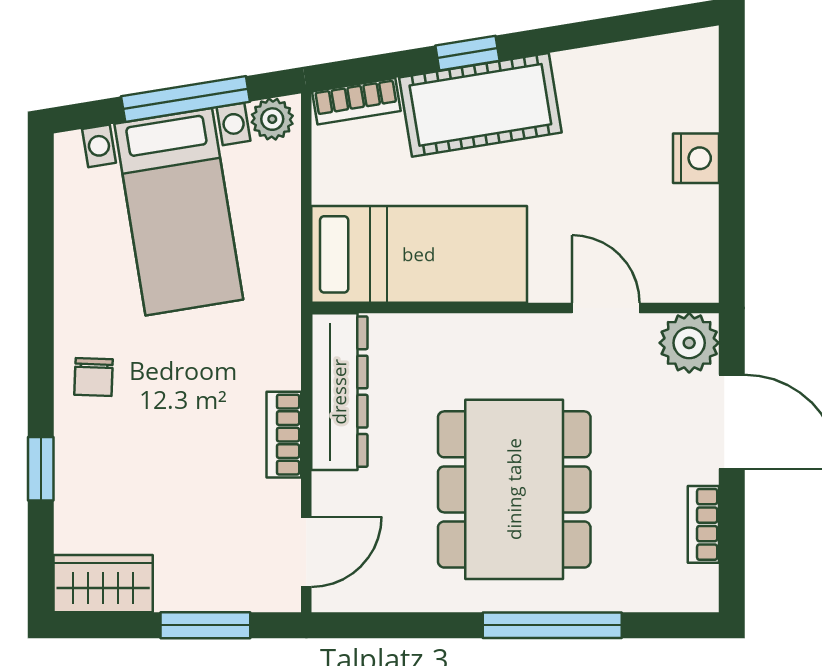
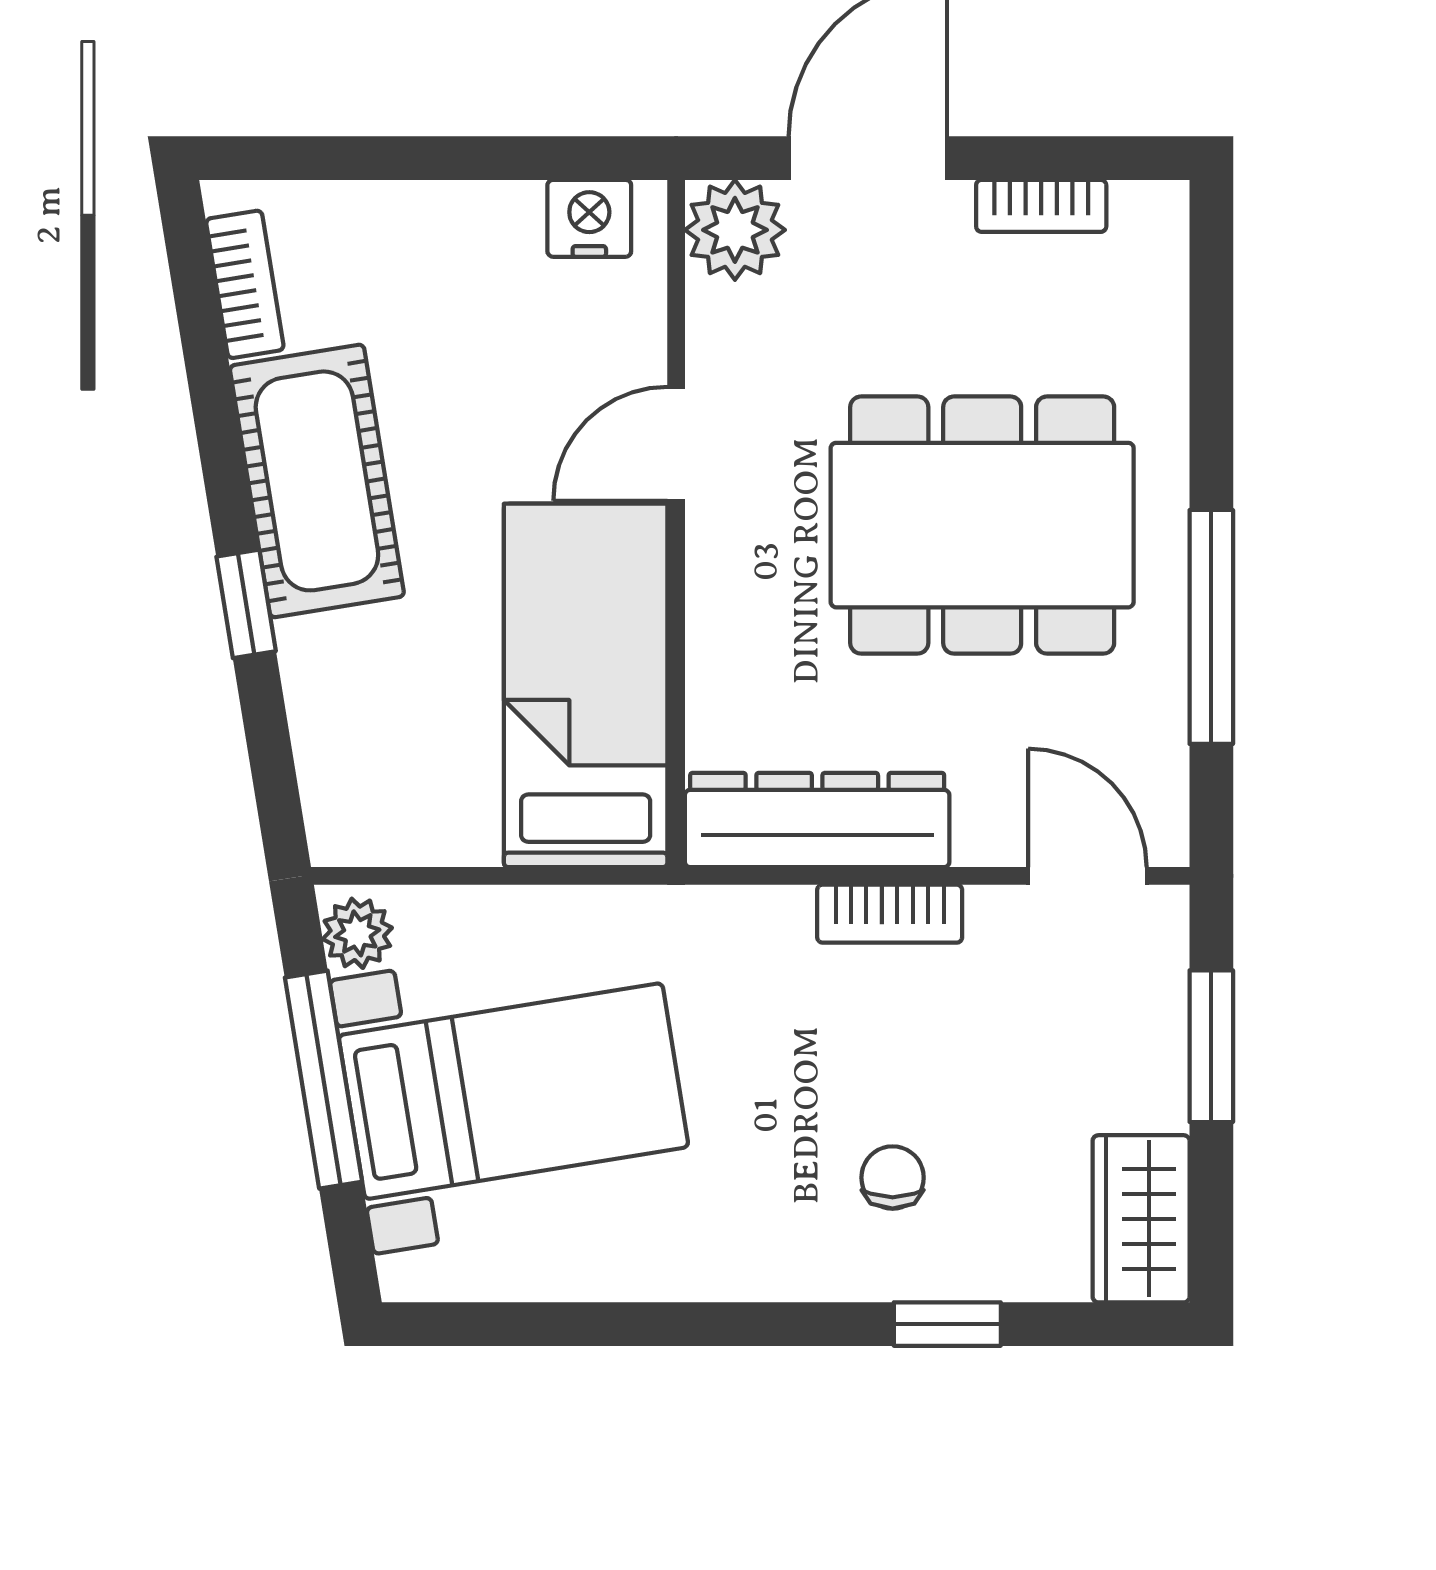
bookcase: (356, 101) -> (245, 284), moved
cot: (480, 105) -> (317, 481), moved
nightstand: (696, 158) -> (589, 218), moved
door: (606, 308) -> (676, 444), moved
chair: (94, 377) -> (893, 1178), moved, turned -92
window: (552, 625) -> (1211, 627), moved

